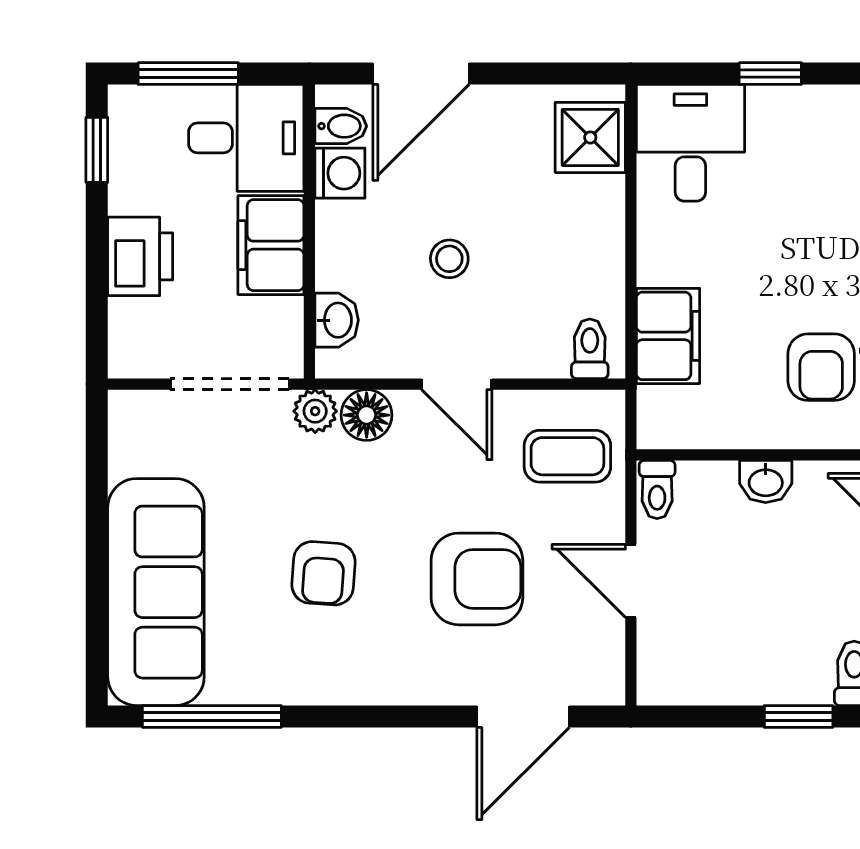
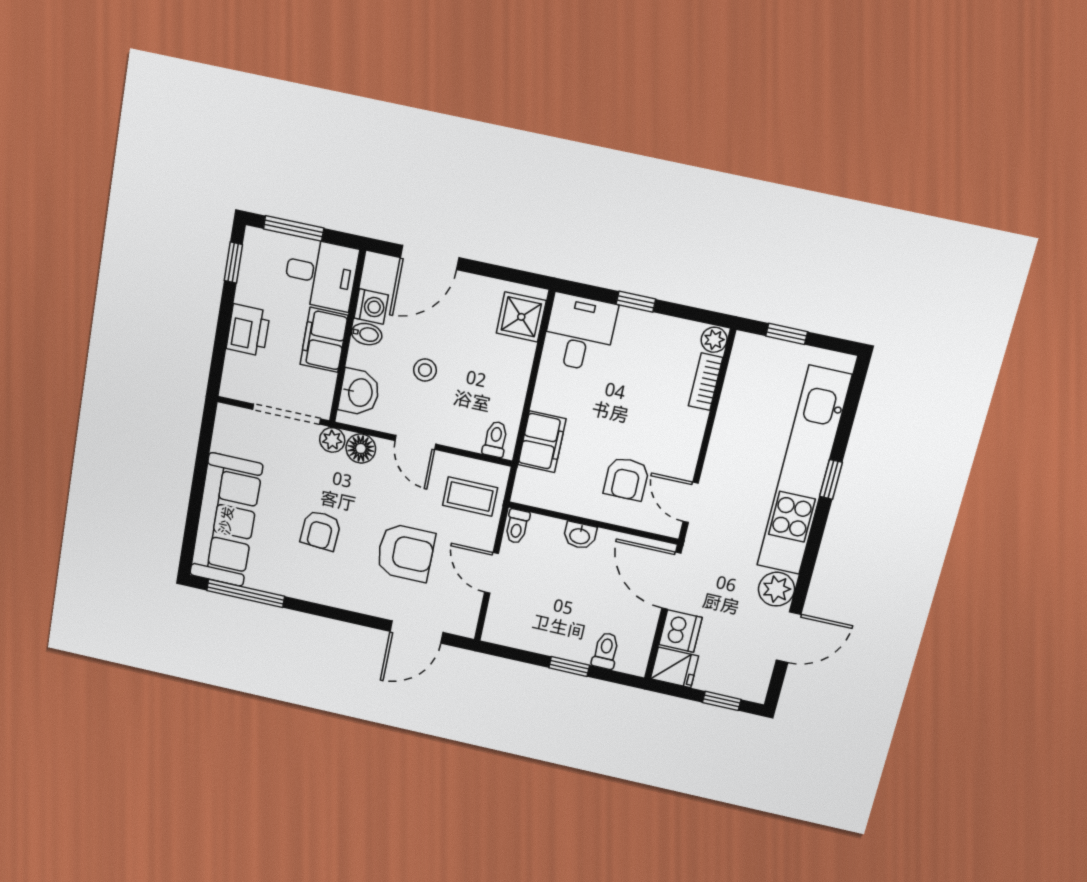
bidet: (341, 126) -> (367, 334), moved
washbasin: (337, 320) -> (359, 392), width x1.38, depth x1.45

